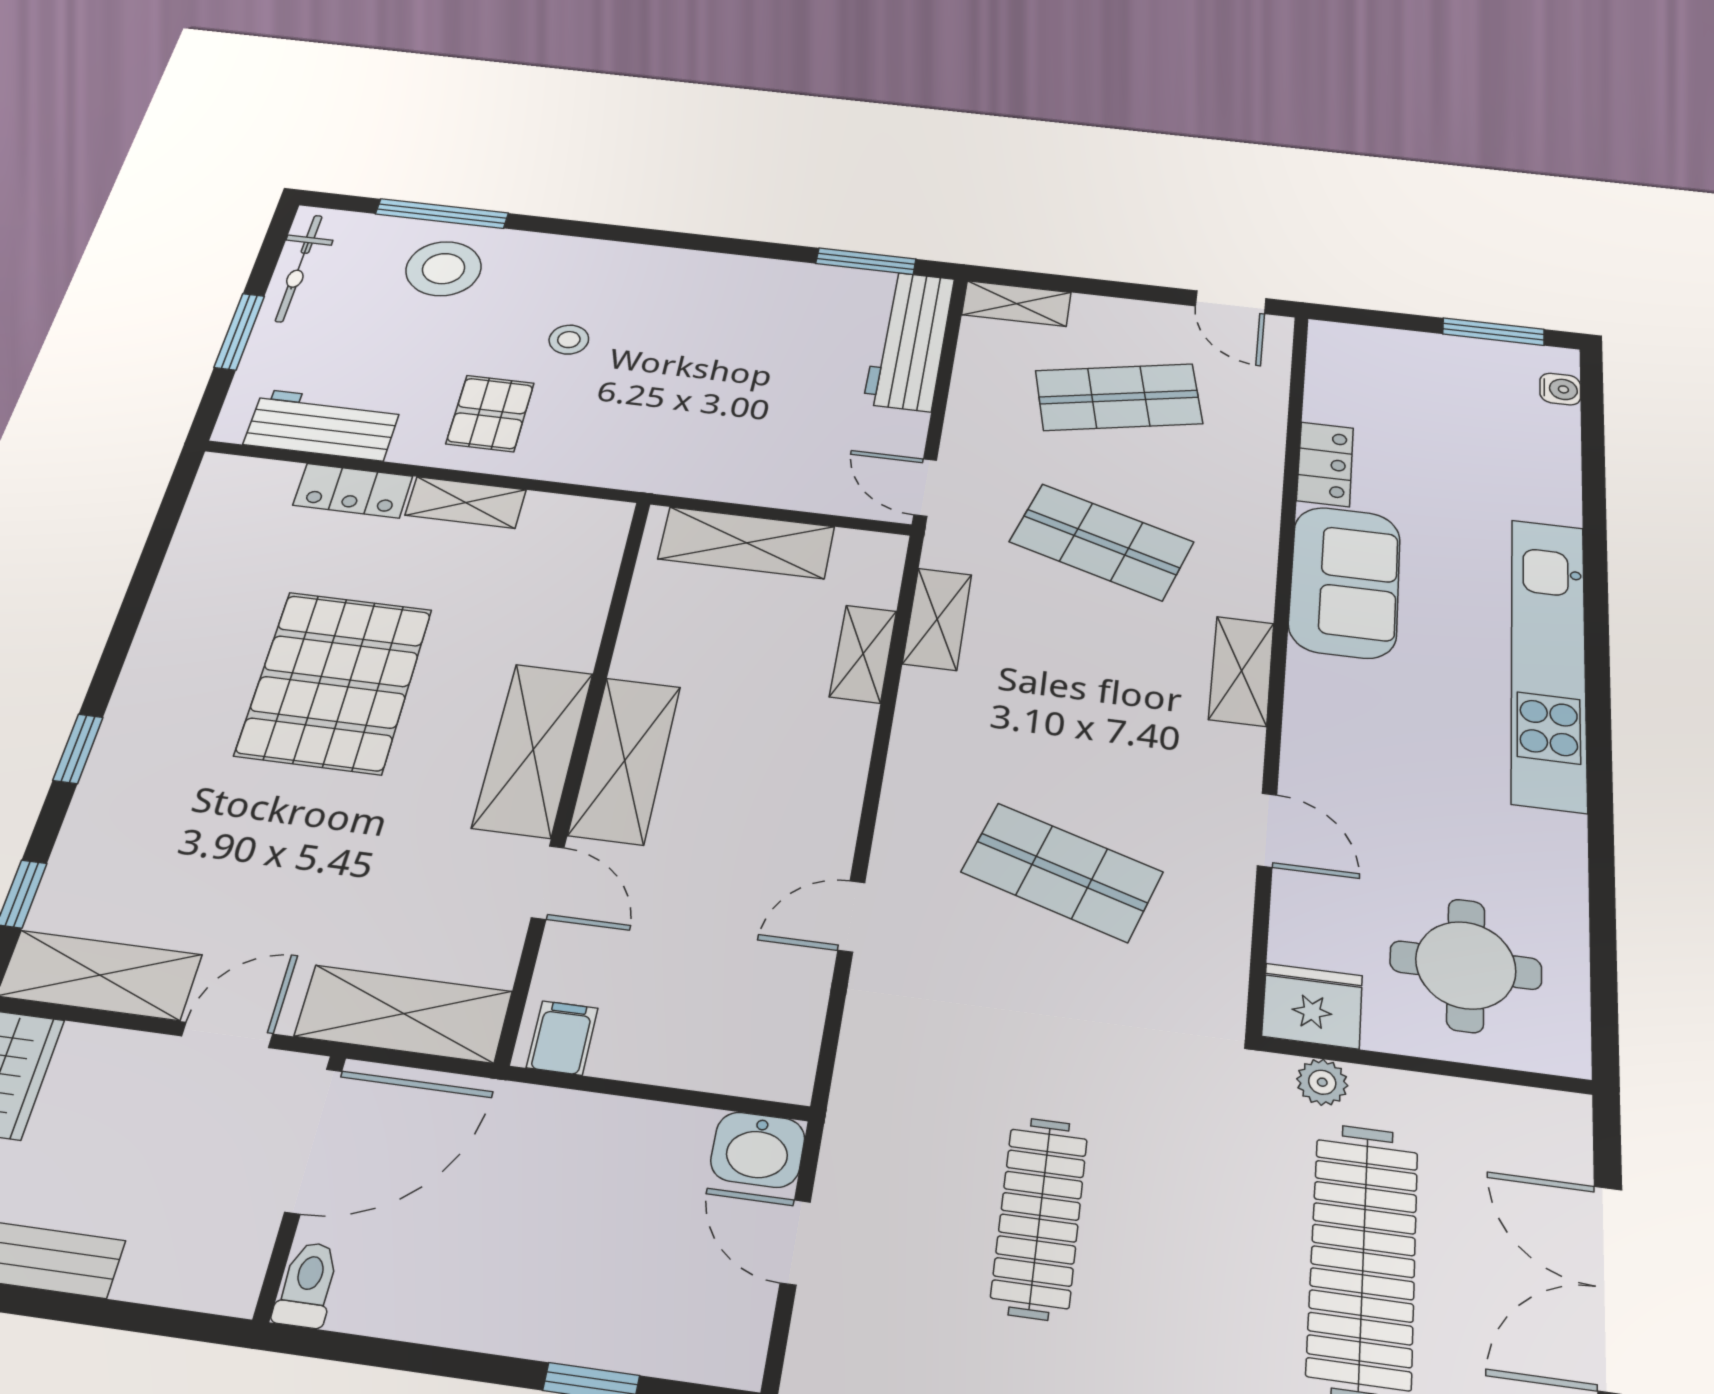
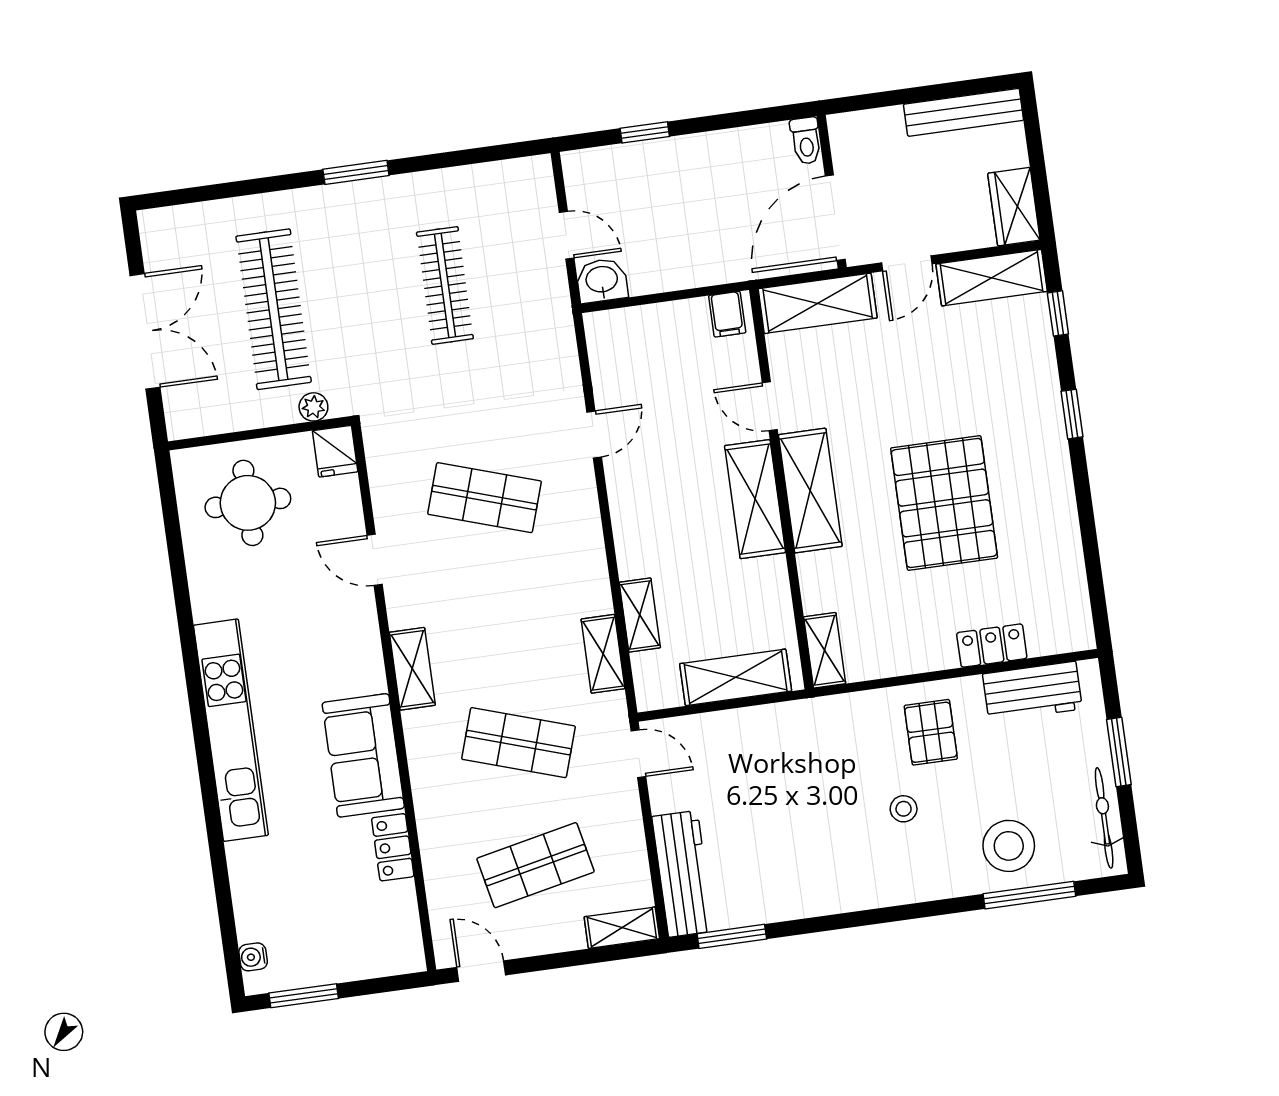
shelving: (466, 502) -> (825, 650), moved, turned 90
fridge: (1312, 1006) -> (335, 451), width x0.72

